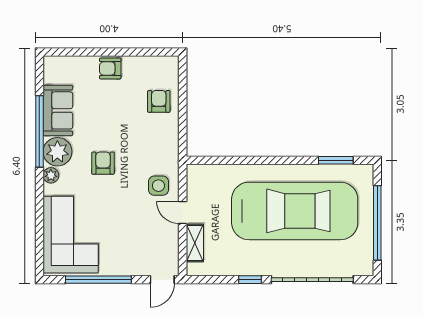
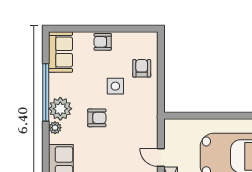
sofa: (58, 110) -> (61, 52), moved
armchair: (103, 163) -> (97, 118), turned 90
side table: (158, 186) -> (115, 86), moved

